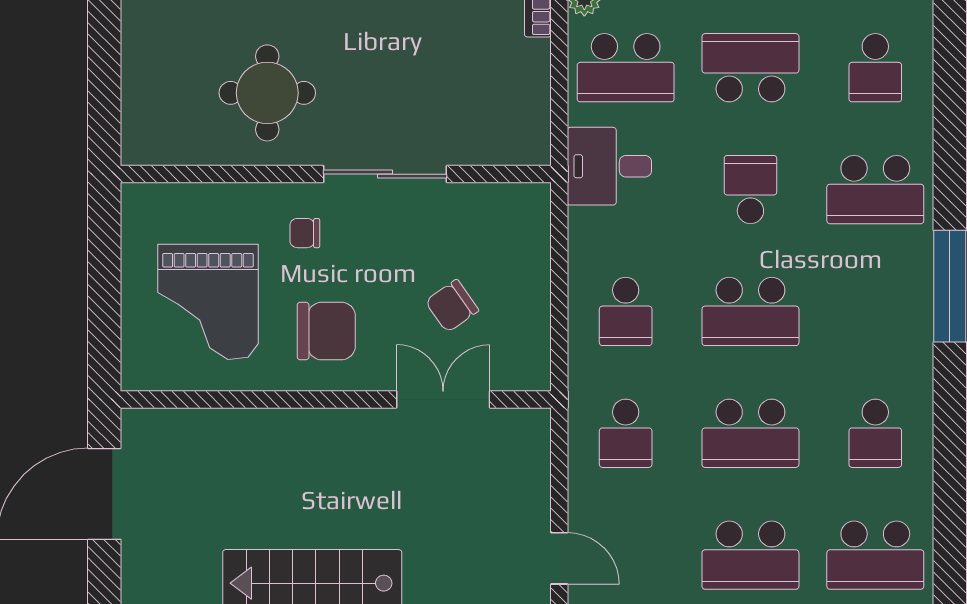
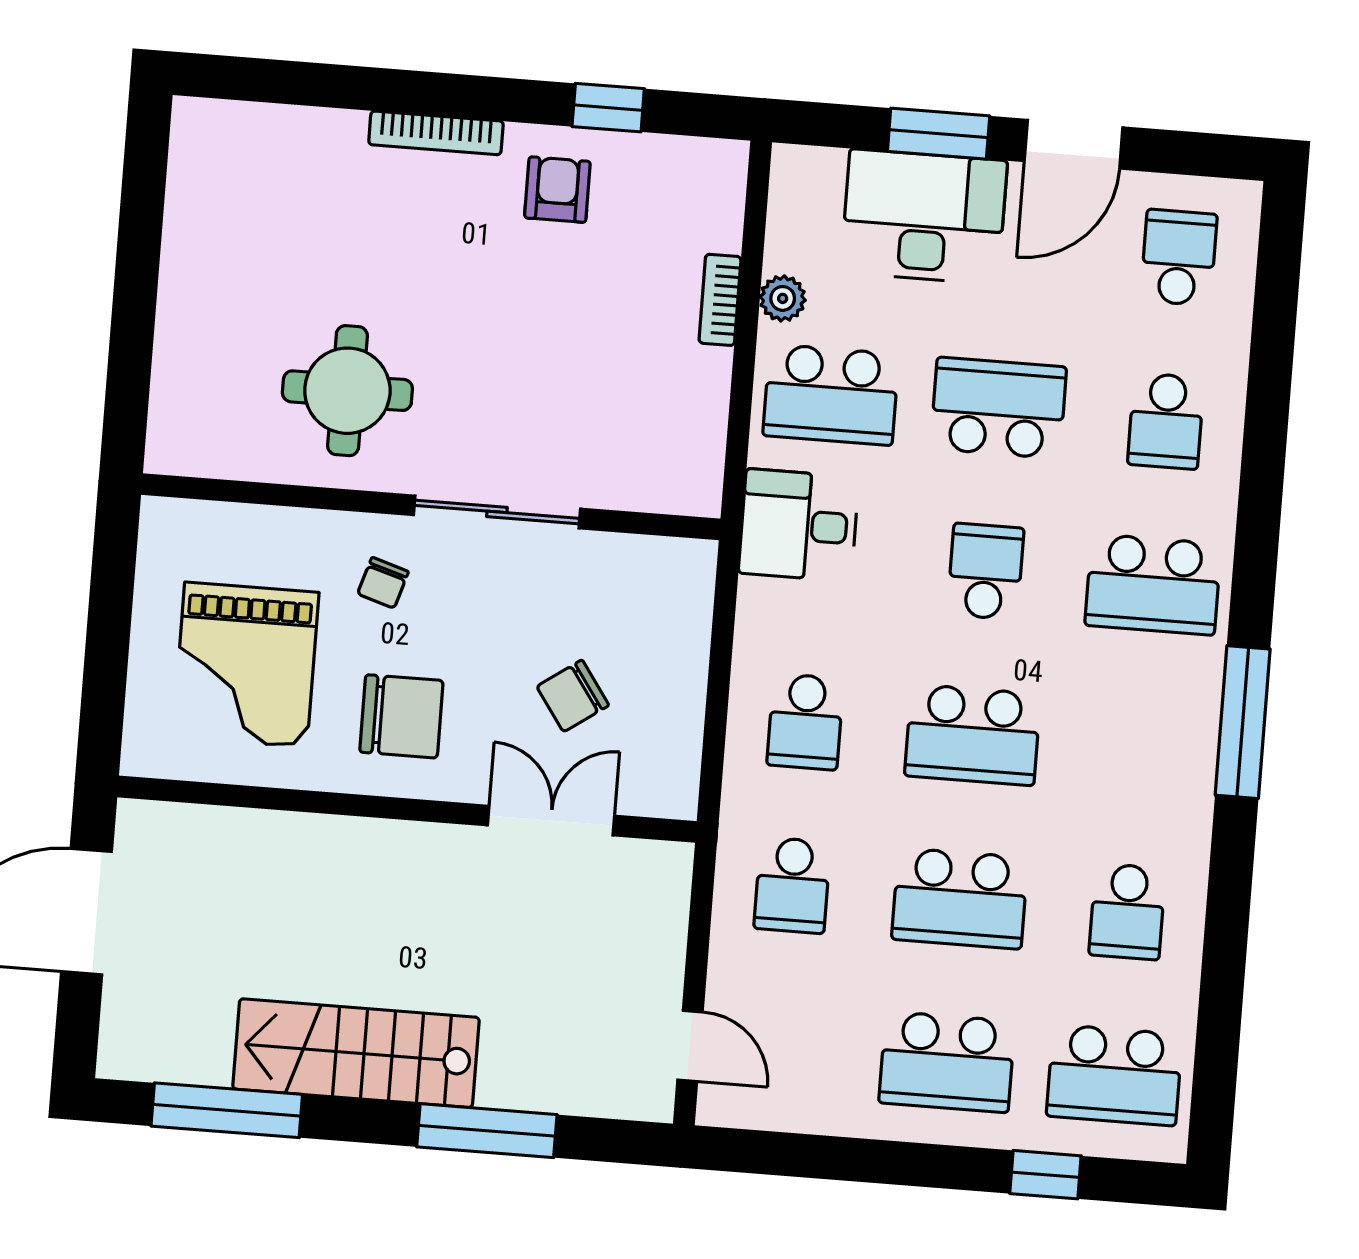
chair: (305, 233) -> (383, 583), turned -73

